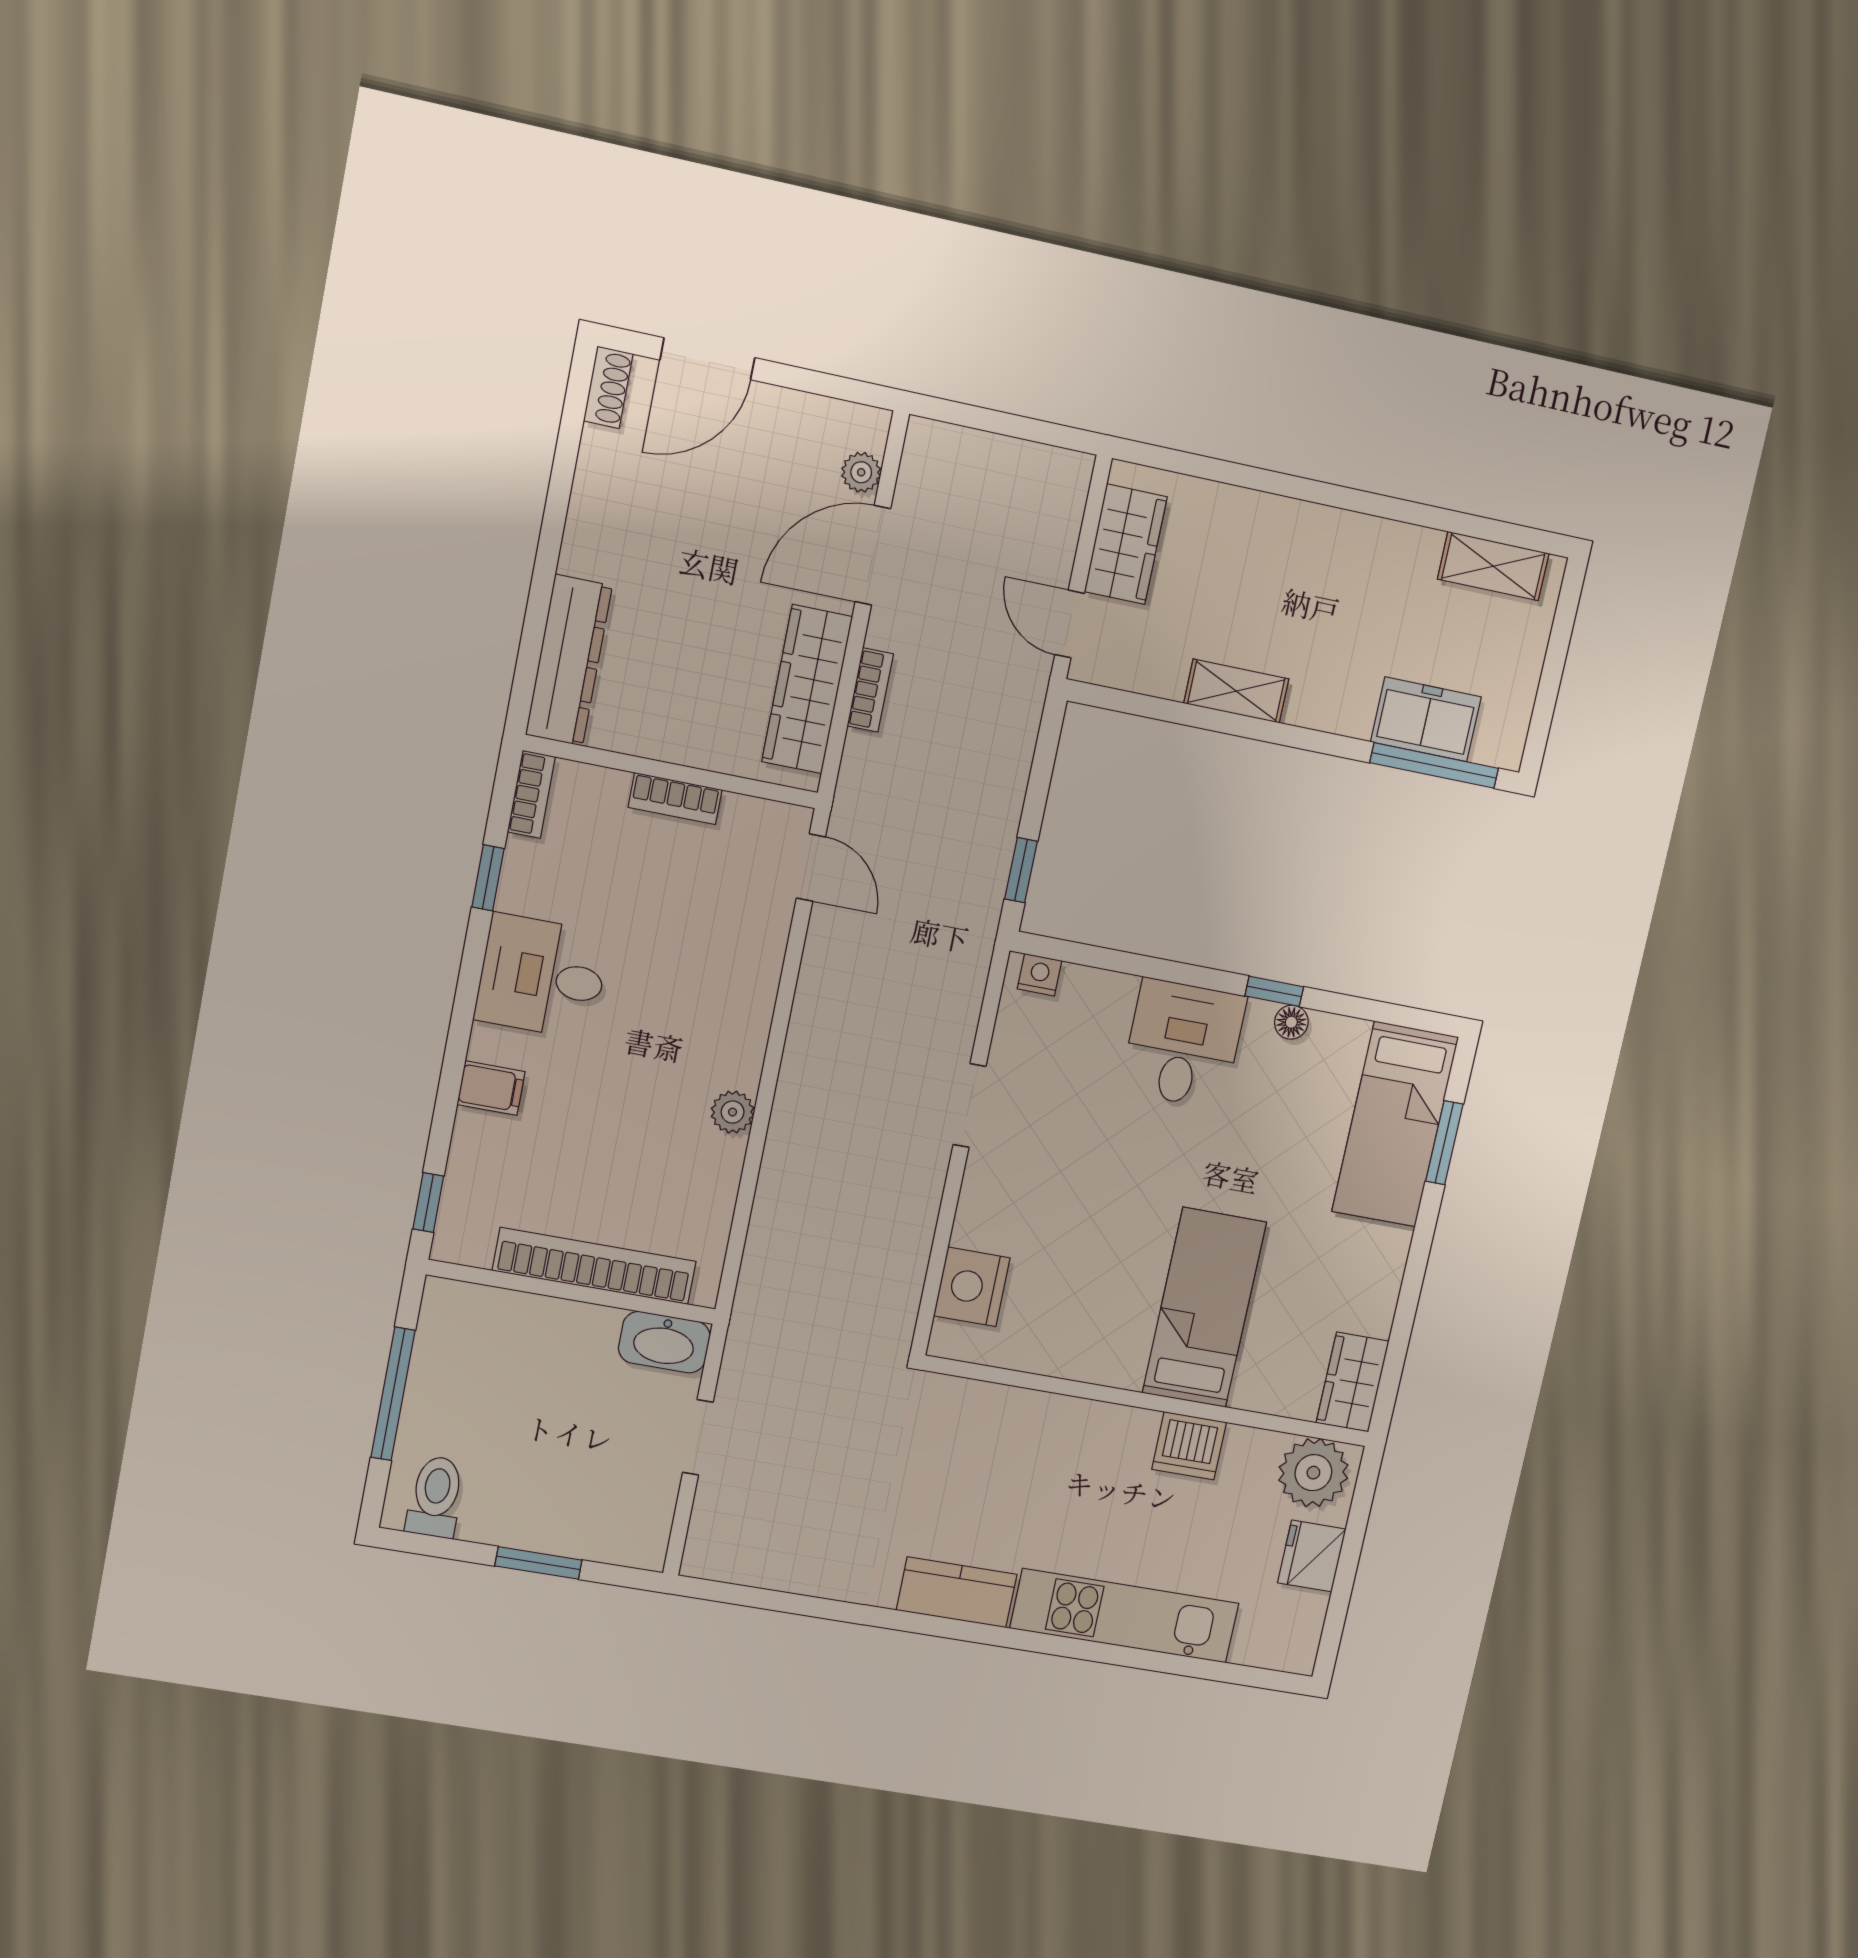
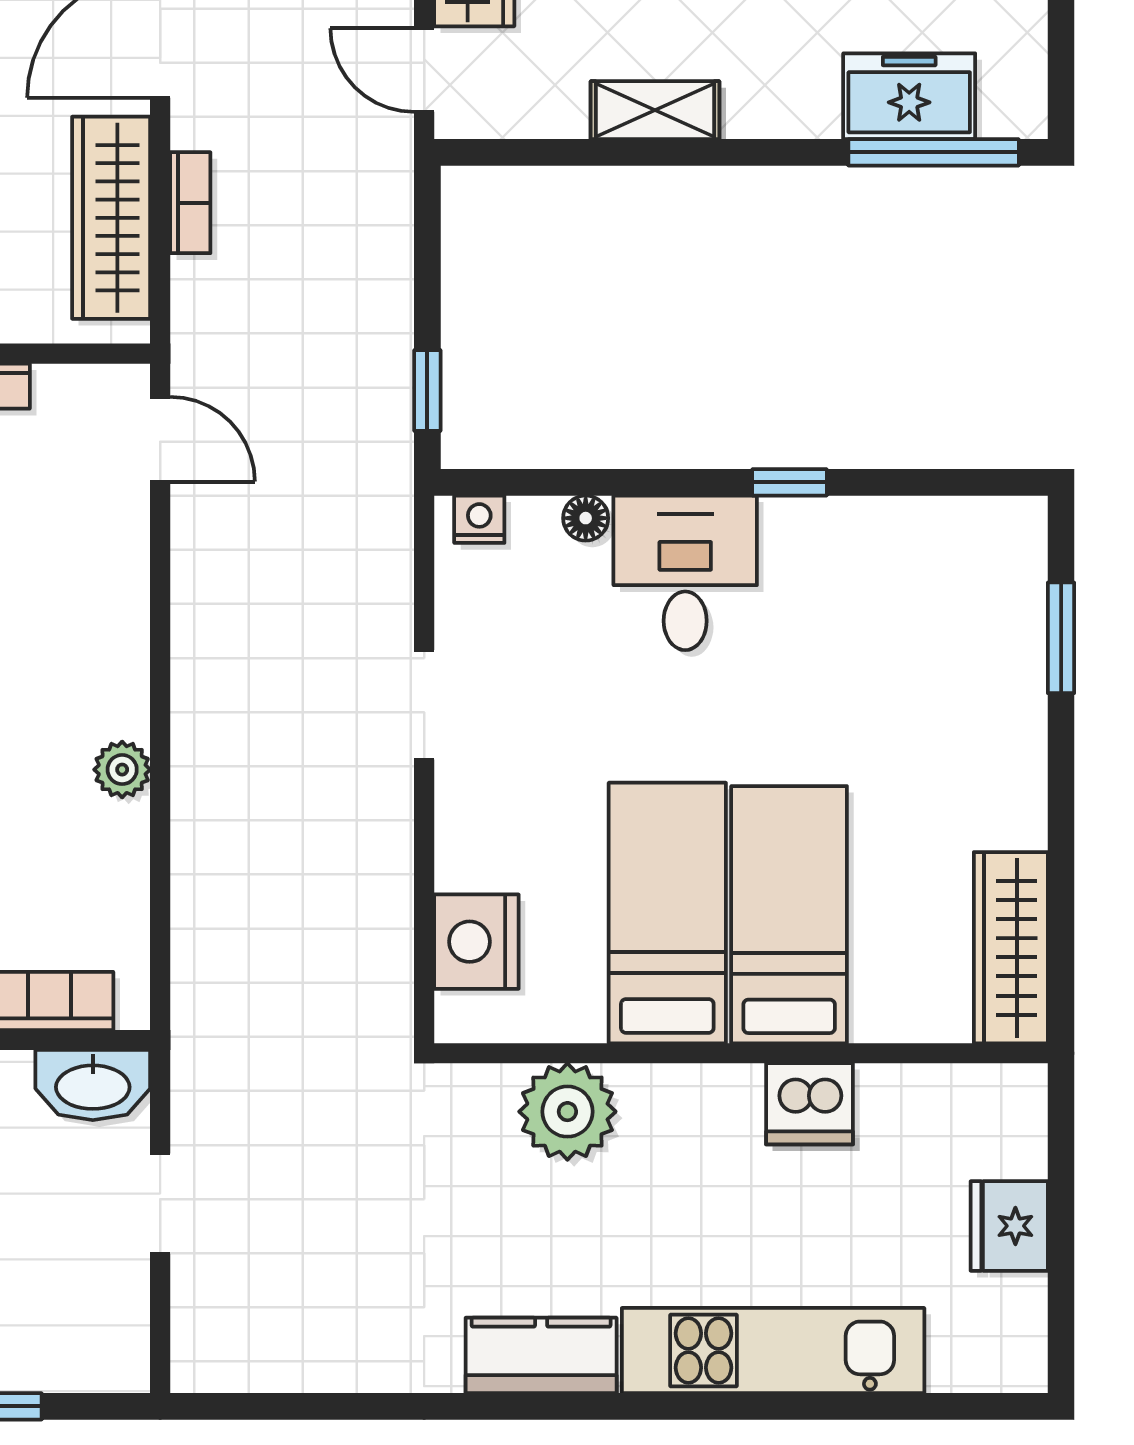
floor lamp: (1291, 1022) -> (586, 518), moved
bed: (1395, 1124) -> (667, 913), moved, turned 180
wardrobe: (1353, 1382) -> (1011, 948), width x1.50
plant: (1313, 1473) -> (567, 1112), moved

